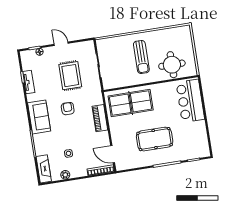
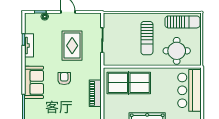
sun lounger: (173, 36) -> (183, 22), added

